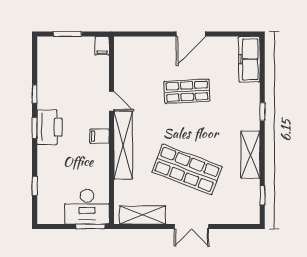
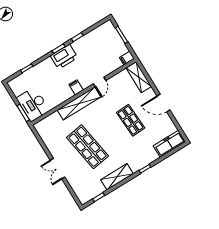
shop shelf: (187, 169) -> (88, 147), turned -30
shelving: (143, 215) -> (139, 77), moved

